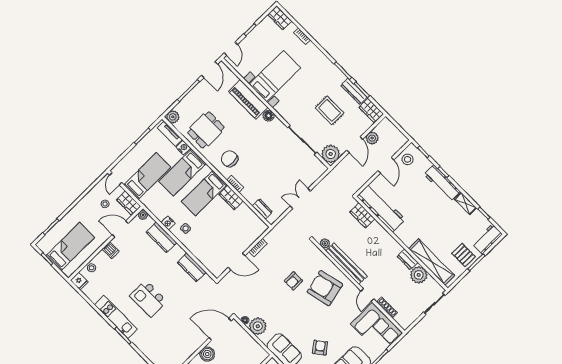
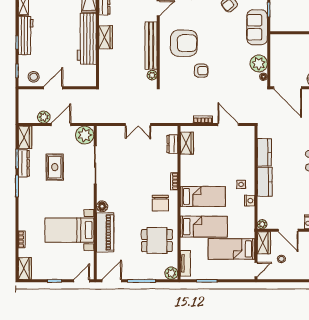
nightstand: (183, 148) -> (186, 244), removed
wardrobe: (231, 198) -> (187, 143), moved
workbench: (381, 208) -> (87, 39), moved
wardrobe: (362, 215) -> (106, 37), moved
kitchen counter: (161, 237) -> (265, 182), moved
armchair: (325, 288) -> (184, 43), turned -77

